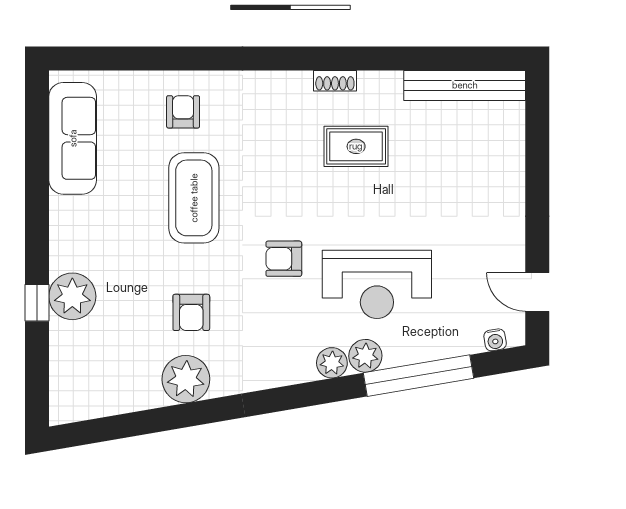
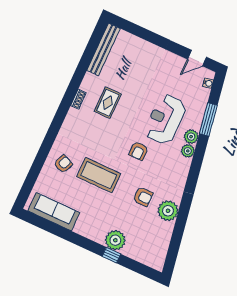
armchair: (183, 112) -> (63, 164), turned 112
reception desk: (377, 284) -> (165, 119), turned 180
window: (418, 376) -> (208, 119), width x0.68

